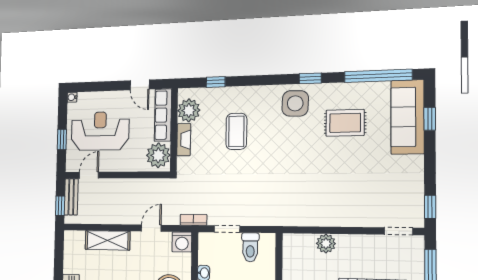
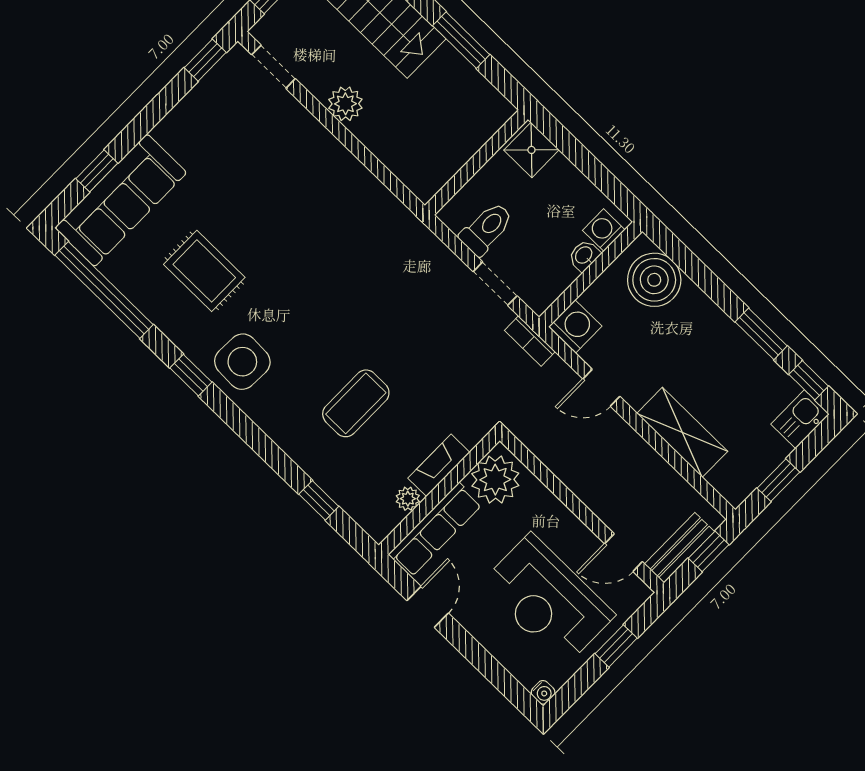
plant: (189, 110) -> (408, 499), width x0.53, depth x0.53
plant: (326, 243) -> (345, 104), moved
window: (59, 256) -> (778, 480), added

